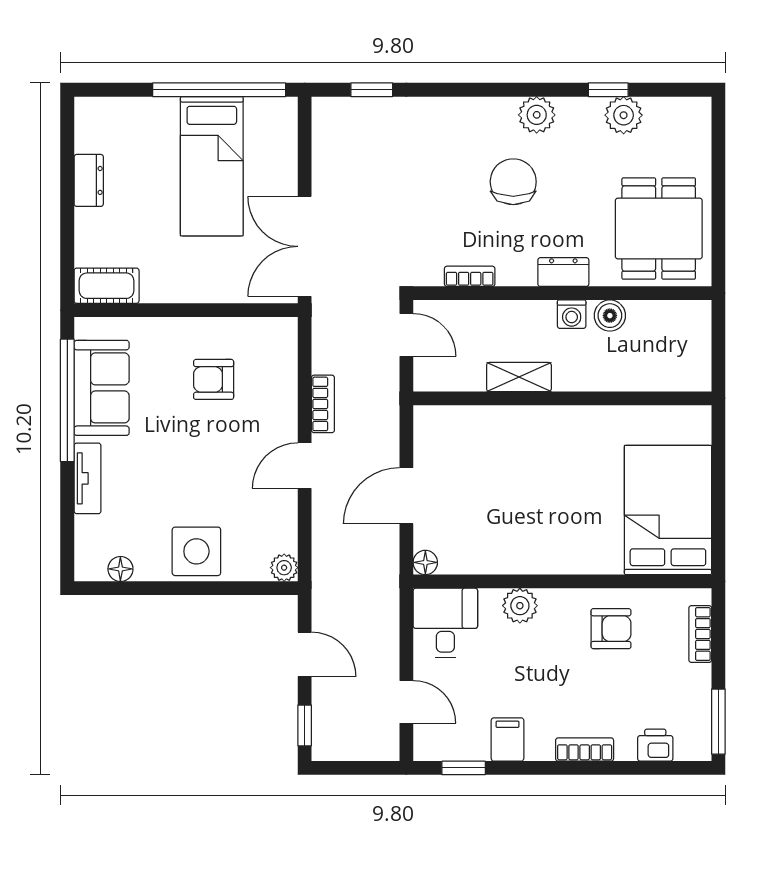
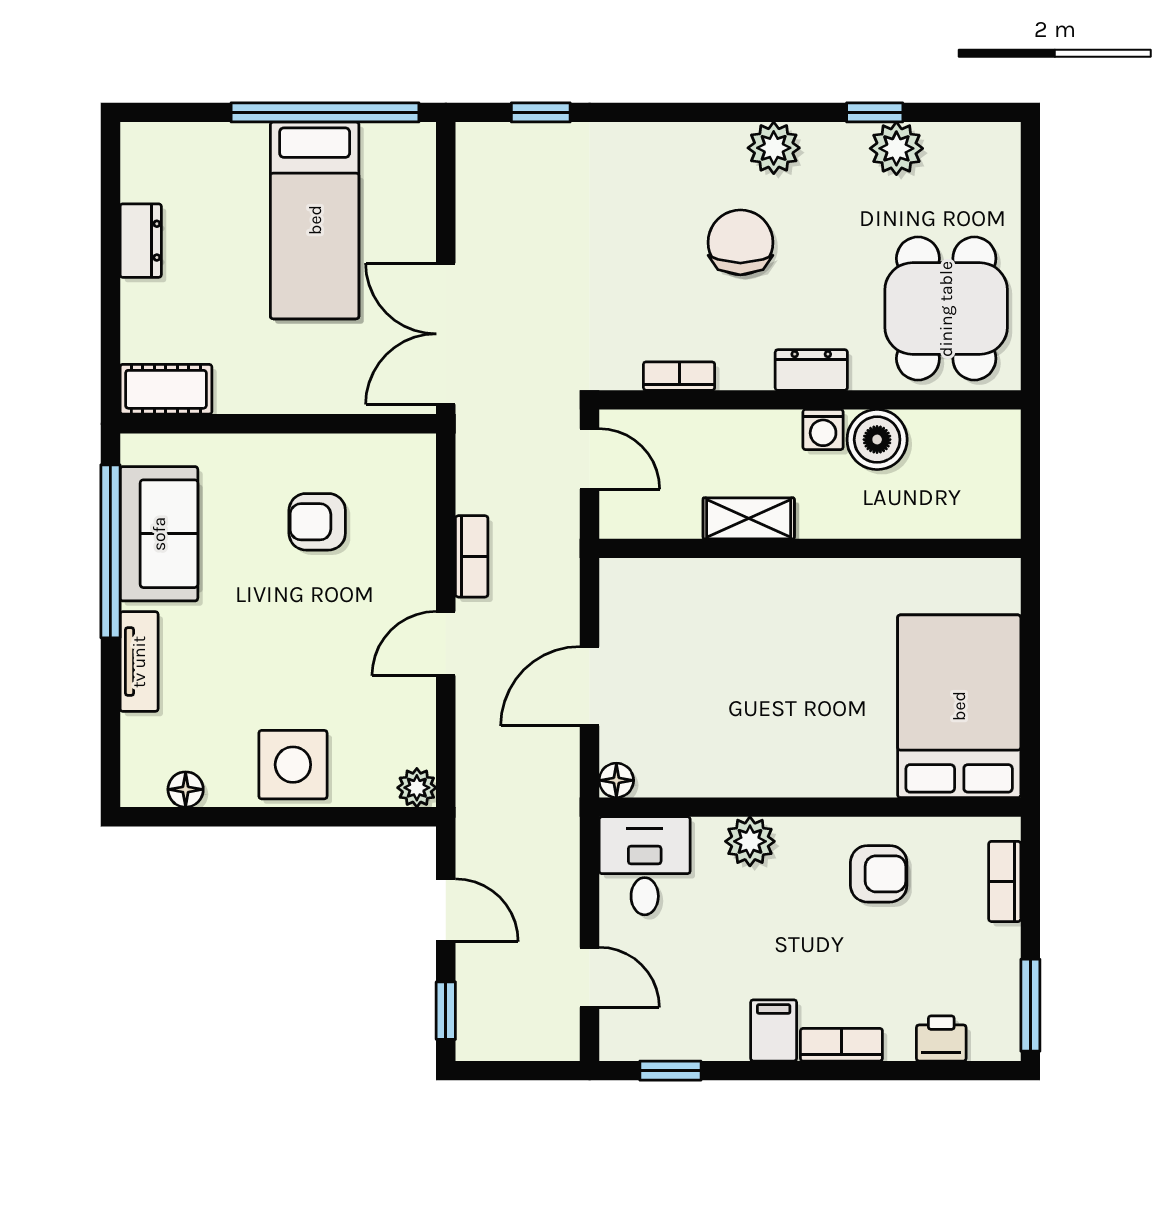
boiler: (610, 316) -> (877, 440), width x1.36, depth x1.36
filing cabinet: (507, 739) -> (774, 1030), moved

